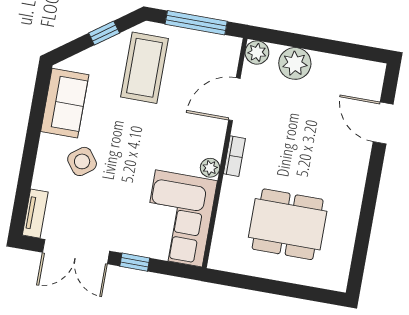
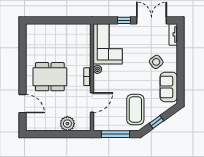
plant: (257, 52) -> (86, 126), removed
dining table: (288, 224) -> (50, 77), moved

